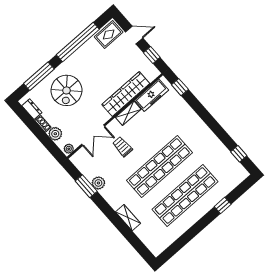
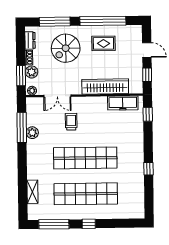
rug: (109, 34) -> (103, 43), moved
shelving: (128, 113) -> (95, 102), removed
window: (49, 144) -> (21, 76), added
window: (239, 154) -> (148, 169), moved
window: (86, 186) -> (22, 128), width x1.44
window: (223, 205) -> (89, 224), moved
shelving: (128, 218) -> (32, 192), moved
window: (180, 243) -> (54, 224), added

